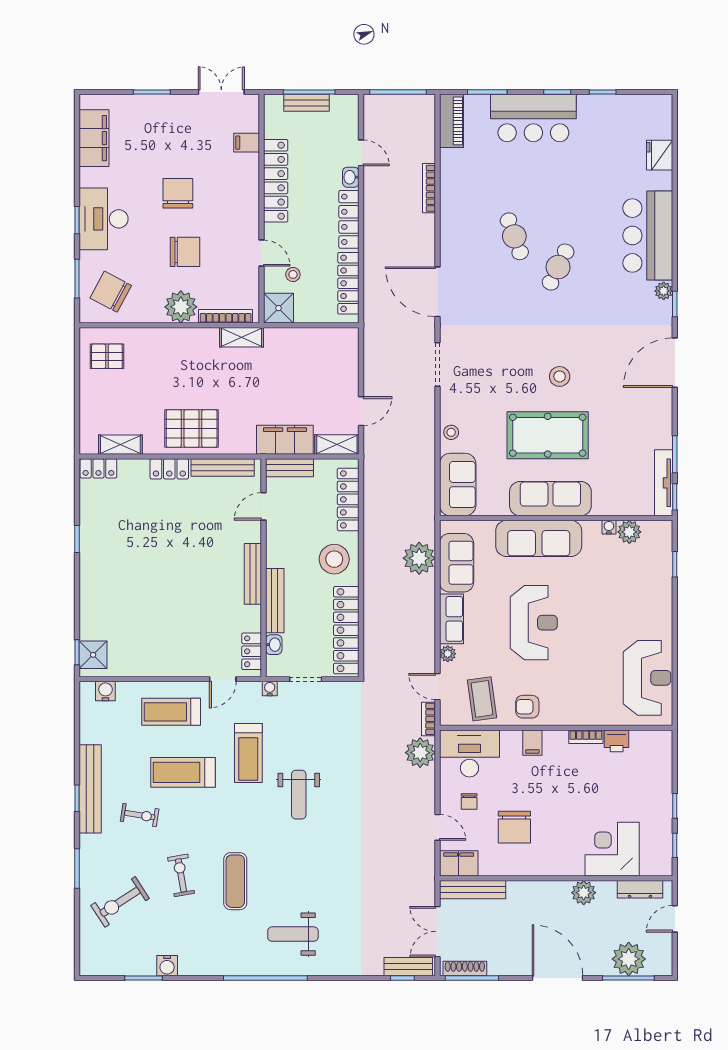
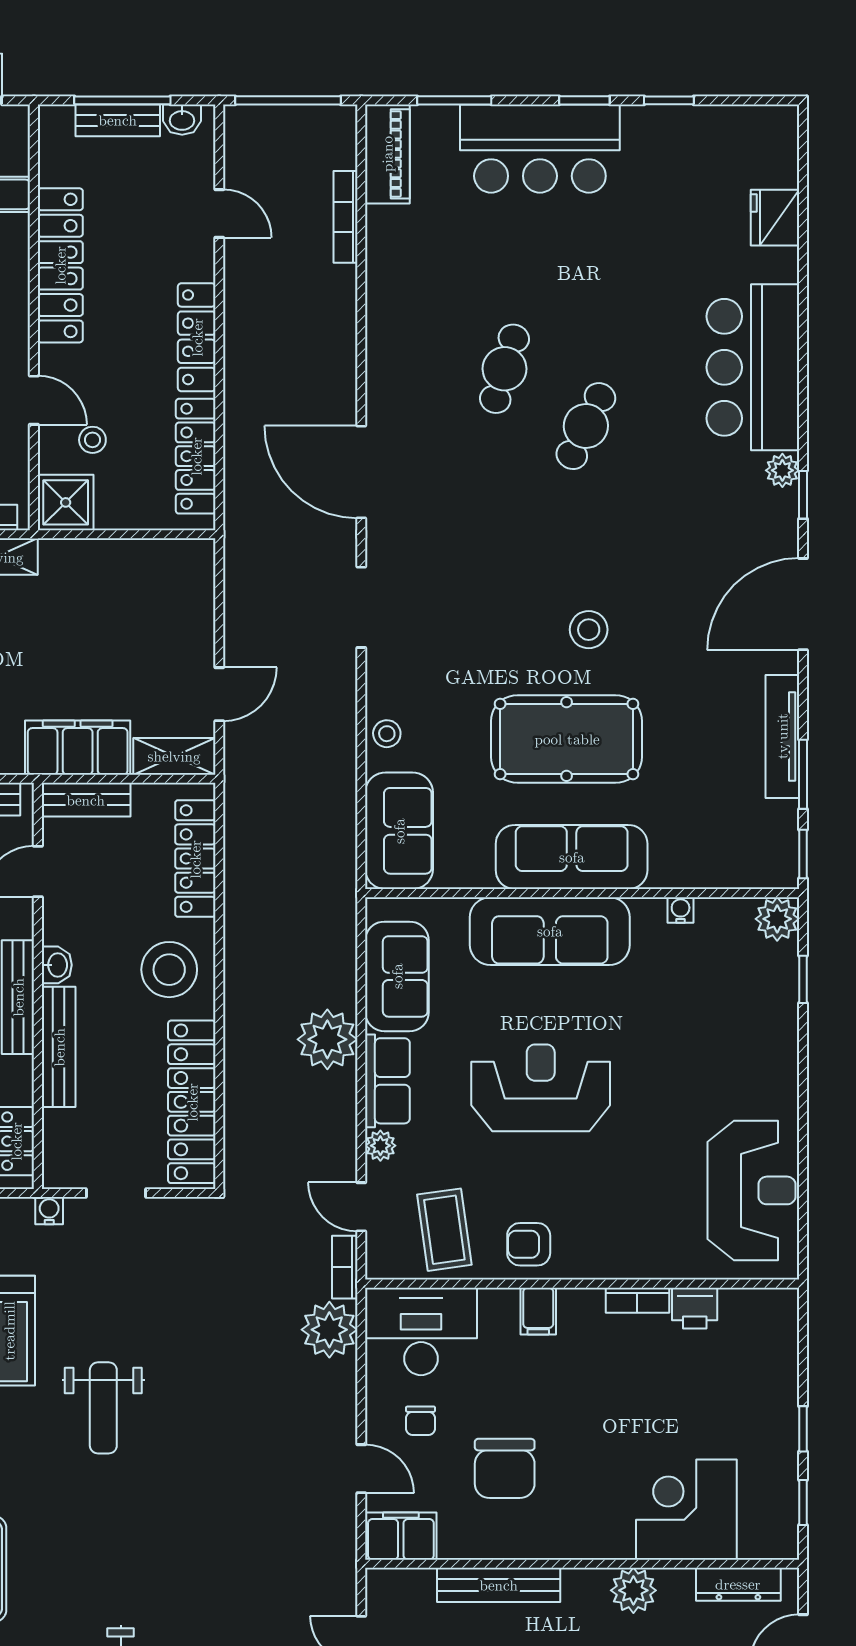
washbasin: (351, 177) -> (182, 120), moved, turned -90
bookcase: (429, 188) -> (346, 217), moved
cafe table: (514, 236) -> (505, 369), turned 37
tv unit: (664, 483) -> (782, 736), moved
plant: (629, 532) -> (777, 919), moved
plant: (419, 558) -> (327, 1039), moved
reception desk: (534, 623) -> (541, 1088), turned -90
washbasin: (274, 645) -> (57, 965), moved
bench: (473, 890) -> (499, 1585), moved

